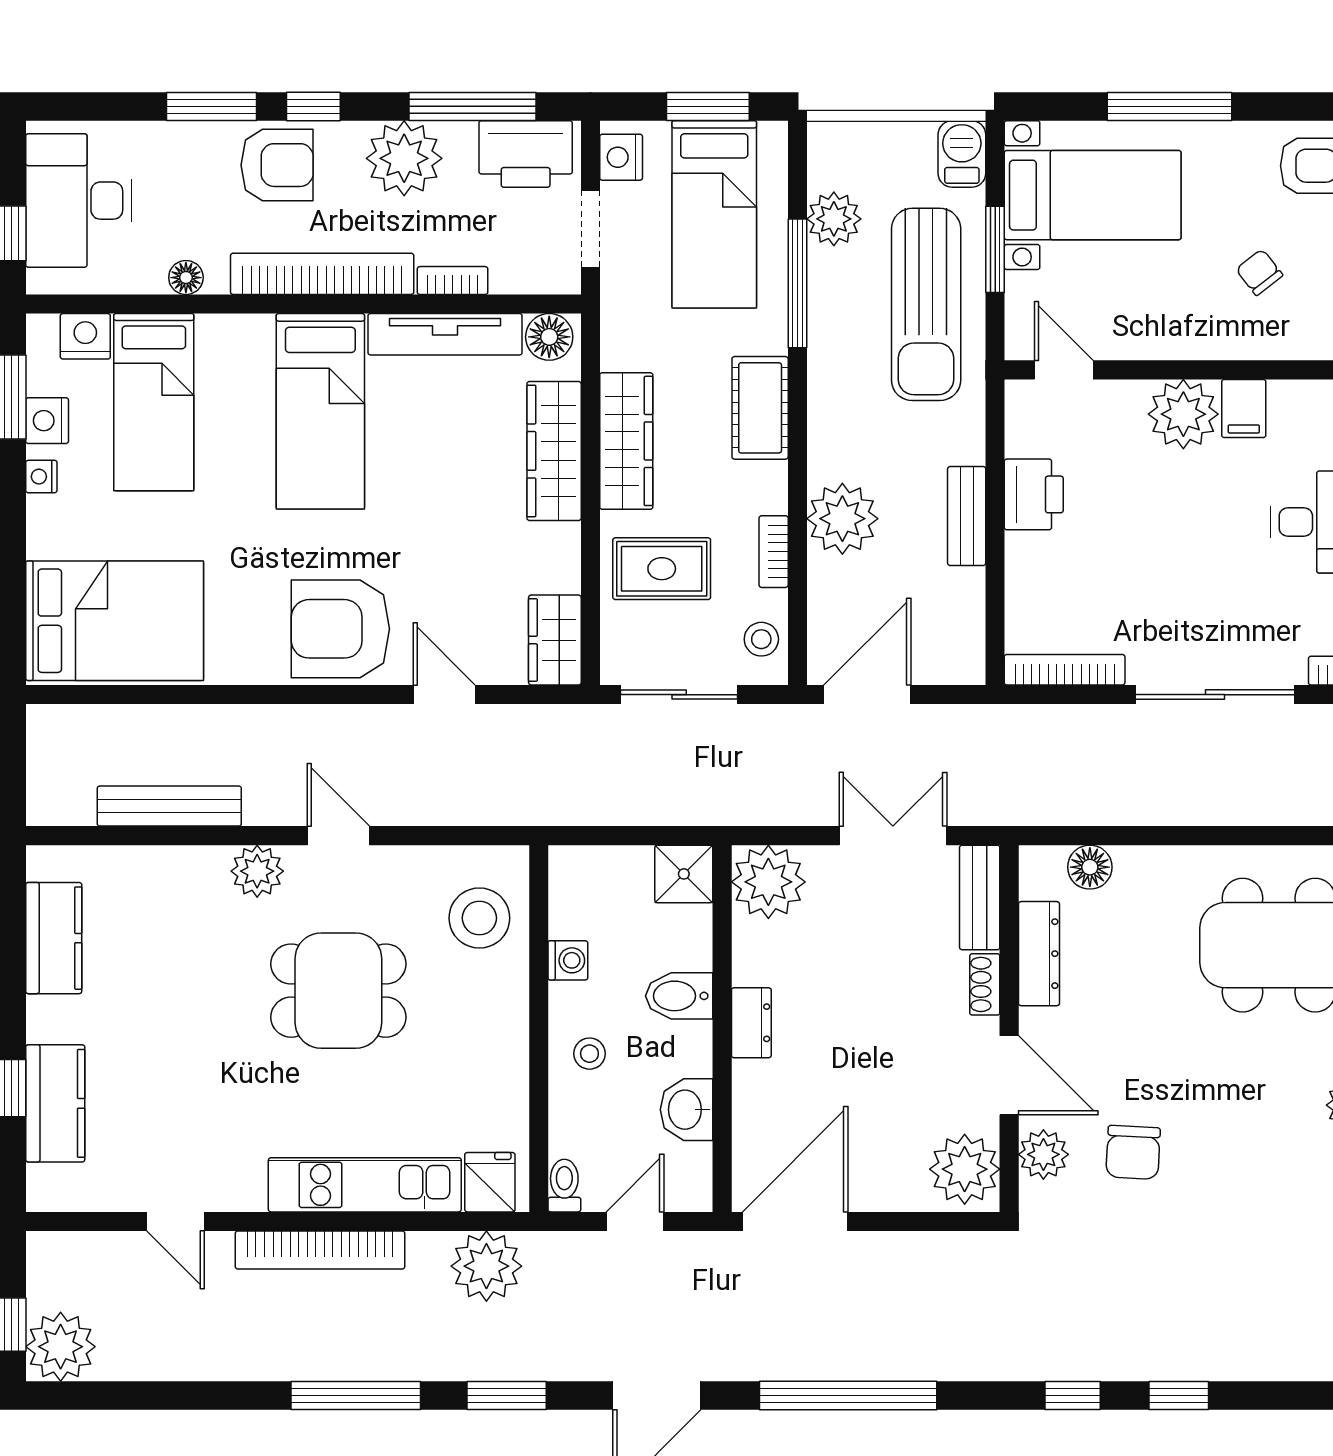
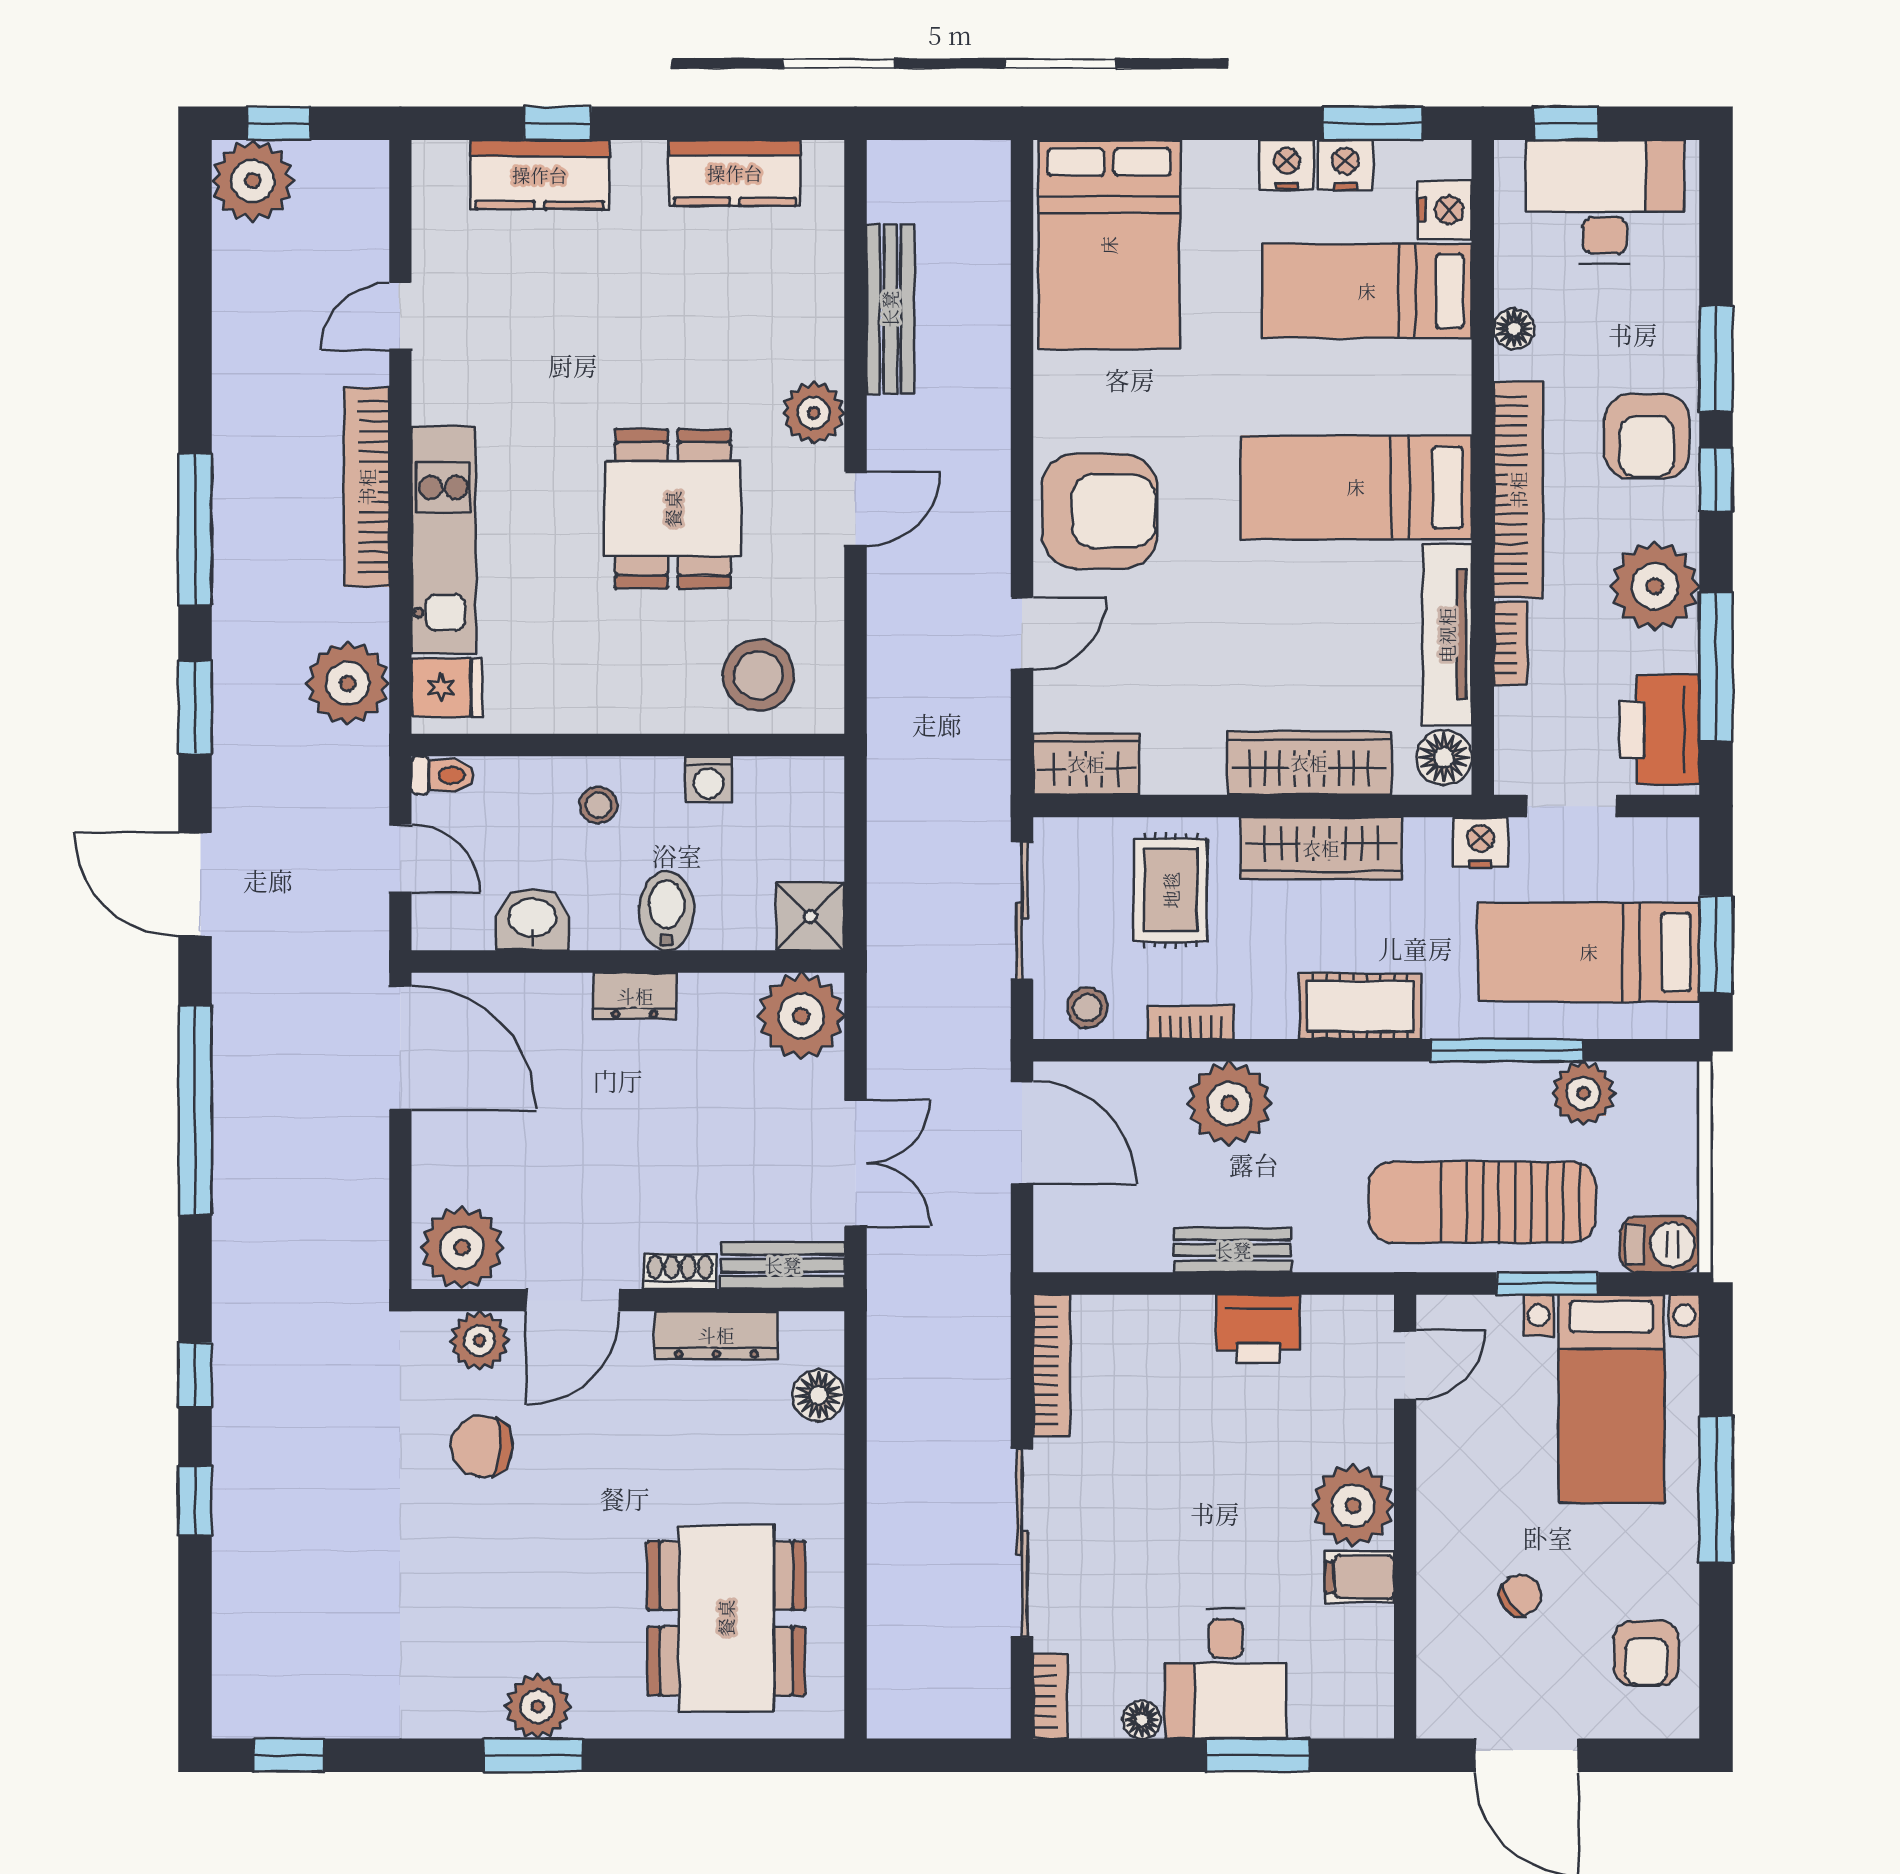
nightstand: (621, 157) -> (1480, 842), moved
nightstand: (41, 477) -> (1287, 165), width x1.39, depth x1.35
armchair: (340, 629) -> (1100, 511), turned 90

